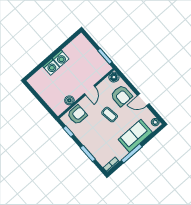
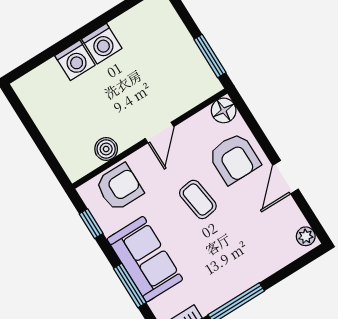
door: (143, 100) -> (286, 177), hinge flipped
sofa: (135, 136) -> (145, 259), moved, turned 90

